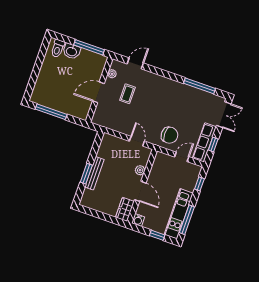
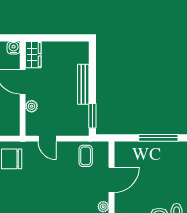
coffee table: (127, 94) -> (86, 156), moved
window: (86, 174) -> (92, 116), moved

